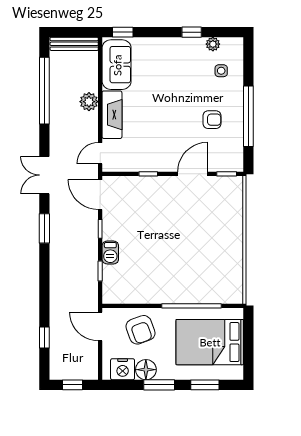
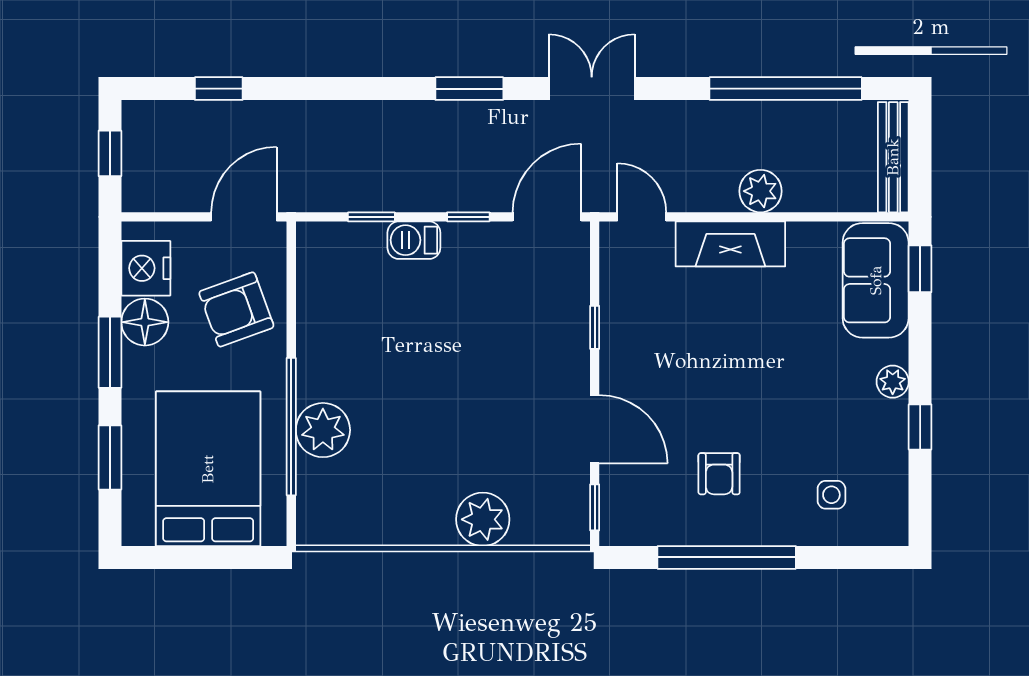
plant: (213, 44) -> (893, 382), moved
sofa: (117, 65) -> (876, 280), moved, turned 90
plant: (232, 223) -> (483, 519), added
plant: (193, 292) -> (323, 430), added

